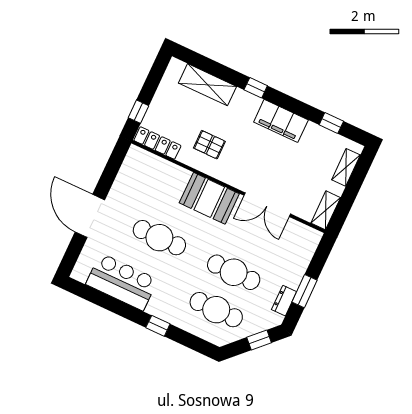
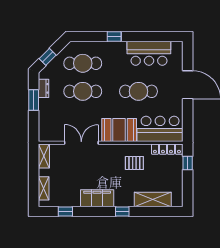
bar counter: (154, 174) -> (160, 129), added

